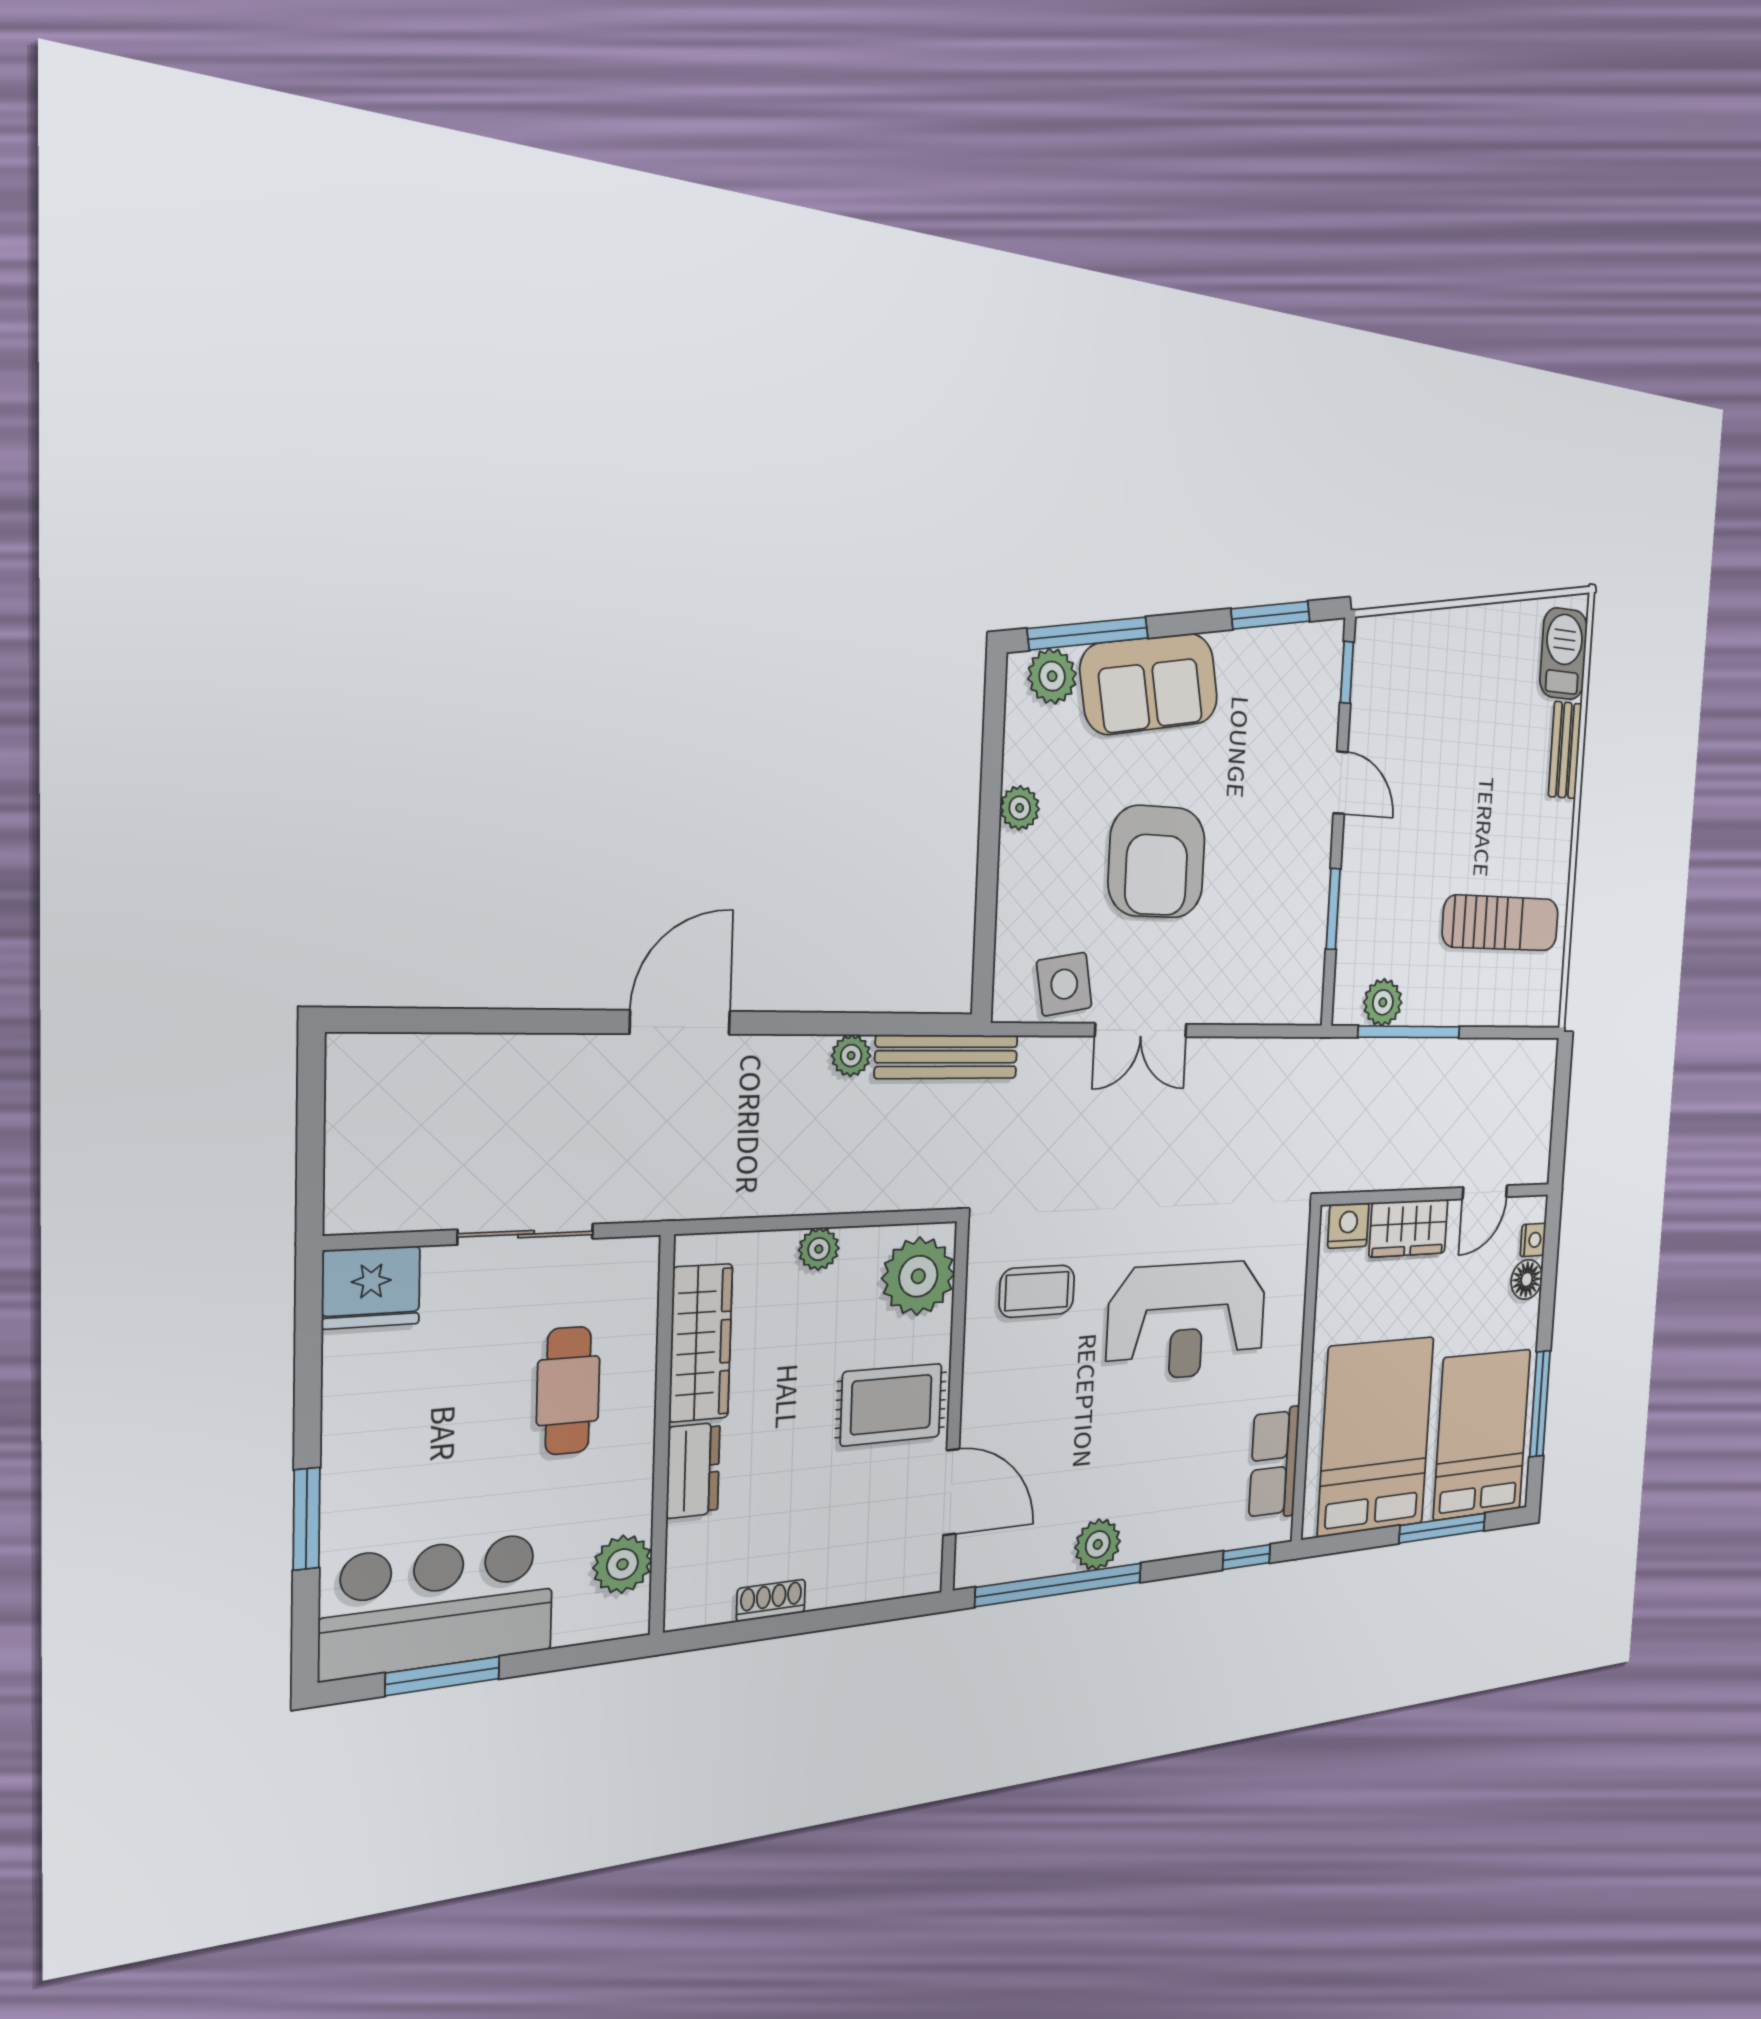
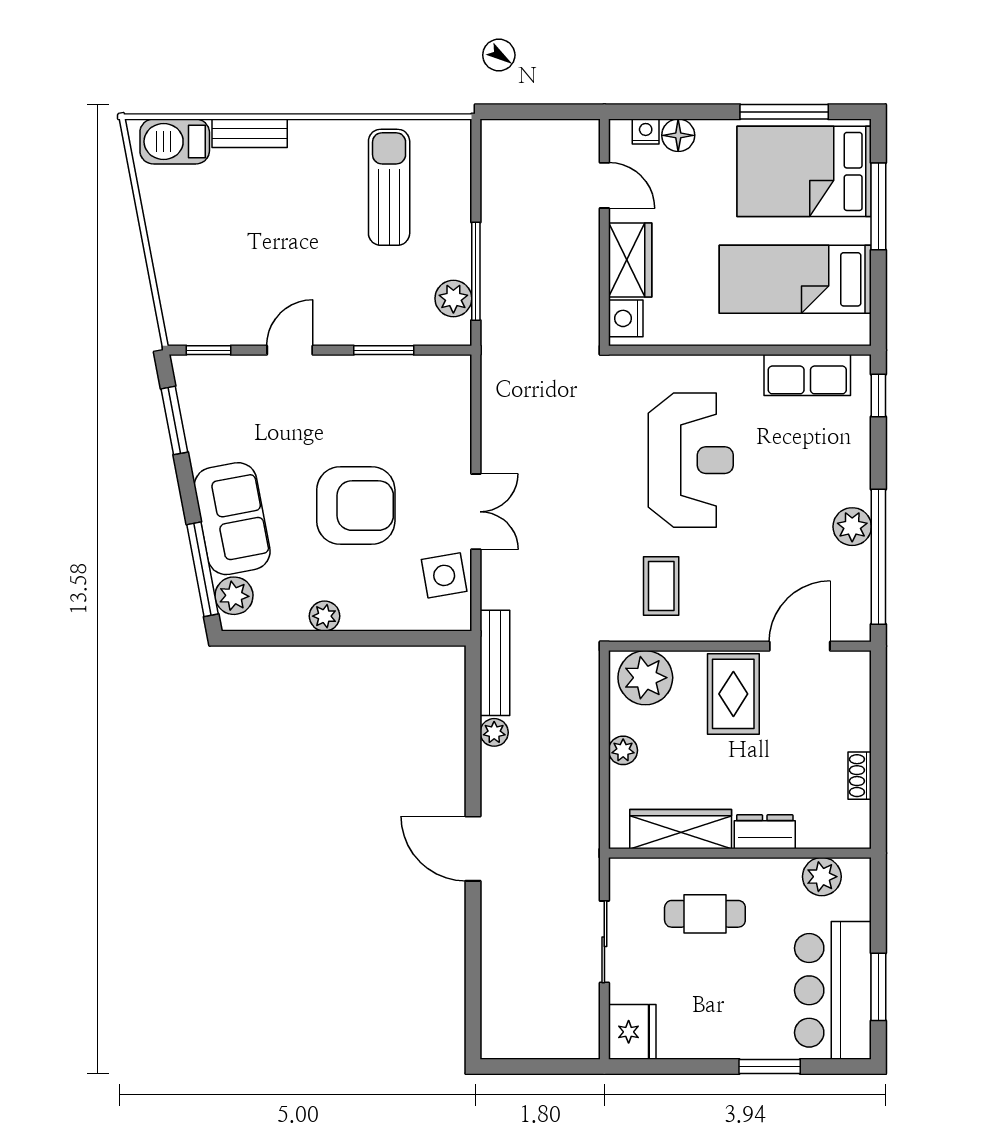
bed: (1376, 1436) -> (795, 279), width x0.67

